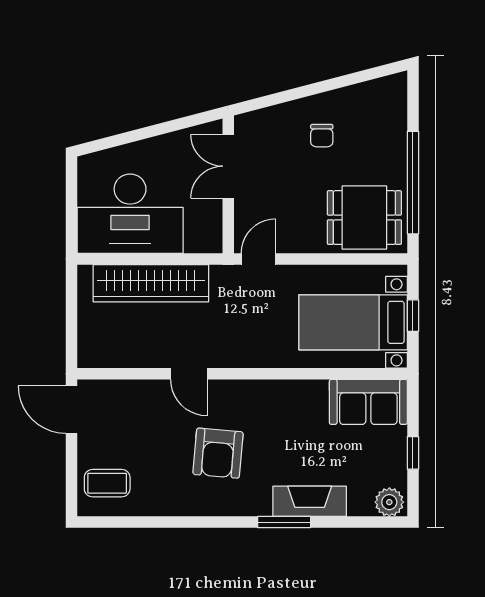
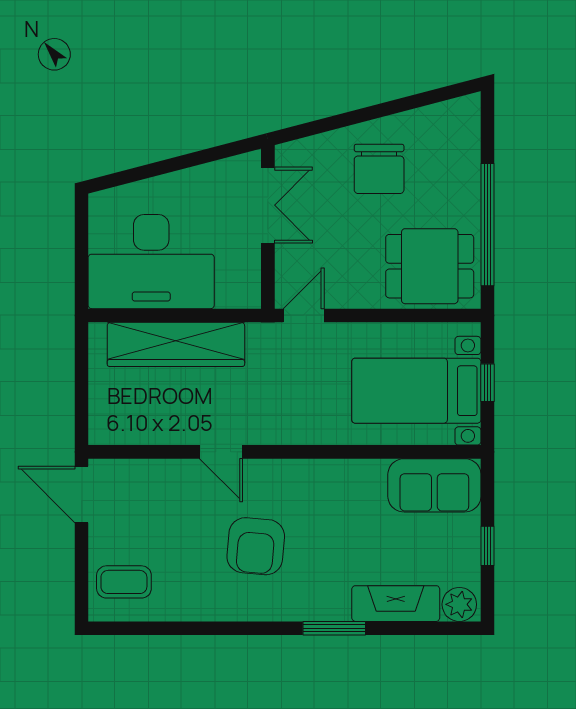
chair: (322, 136) -> (379, 169), width x1.87, depth x1.87
double door: (228, 166) -> (268, 205), swing flipped
fireplace: (310, 501) -> (396, 604), moved

